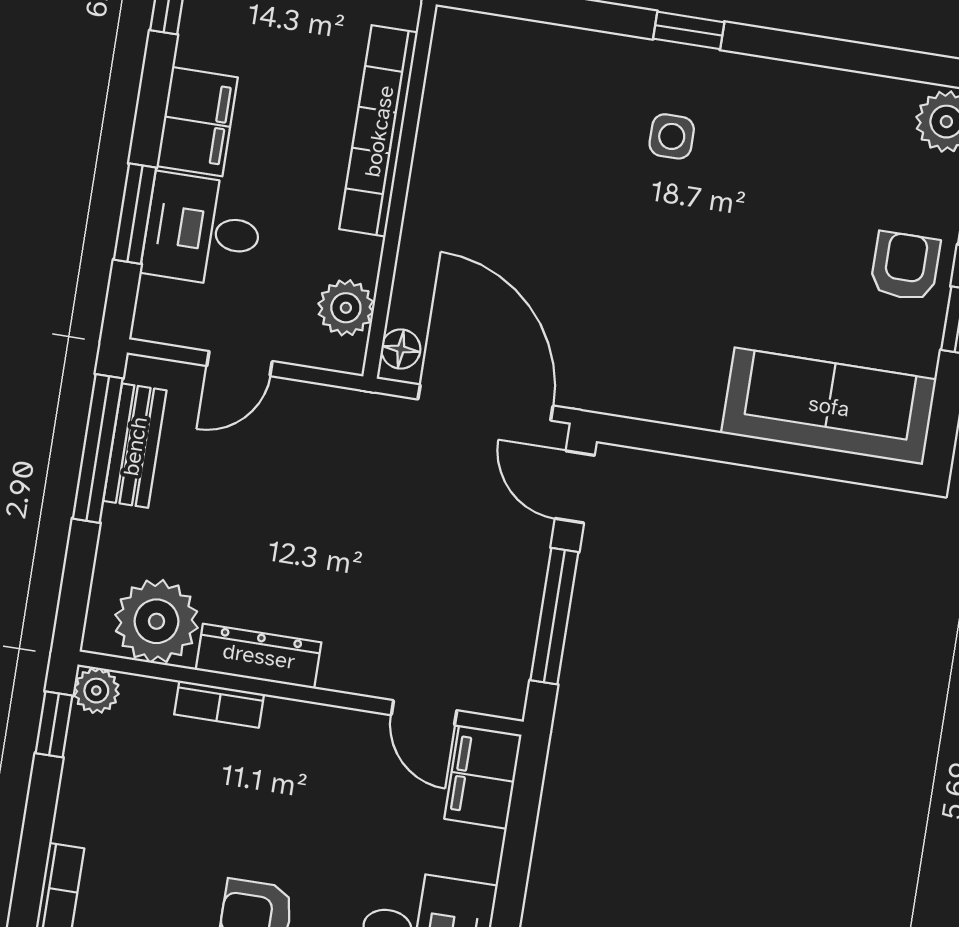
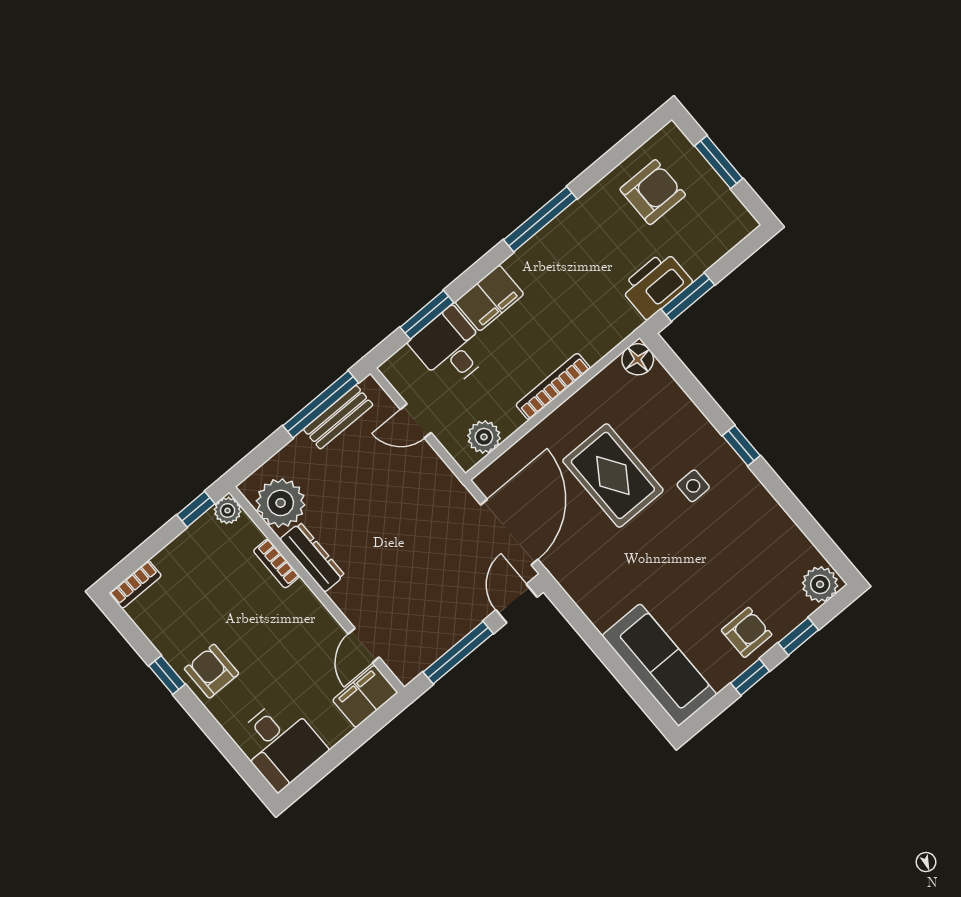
bookcase: (379, 131) -> (553, 386), width x0.68, depth x0.76
rug: (556, 213) -> (613, 475), added
floor lamp: (401, 349) -> (638, 359), moved, width x1.37, depth x1.37

